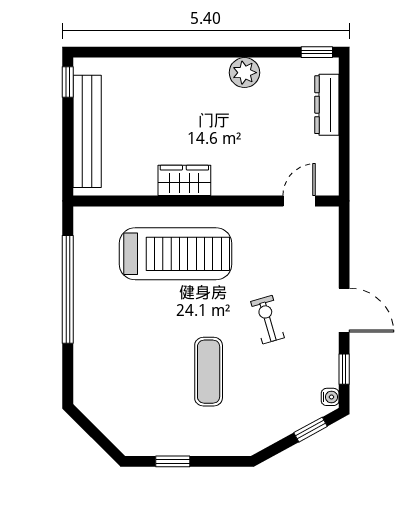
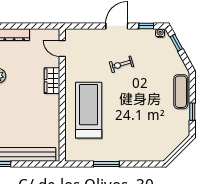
wardrobe: (184, 180) -> (52, 81), moved
window: (68, 289) -> (106, 164), width x0.47
exercise mat: (209, 372) -> (181, 92), moved, turned 90

